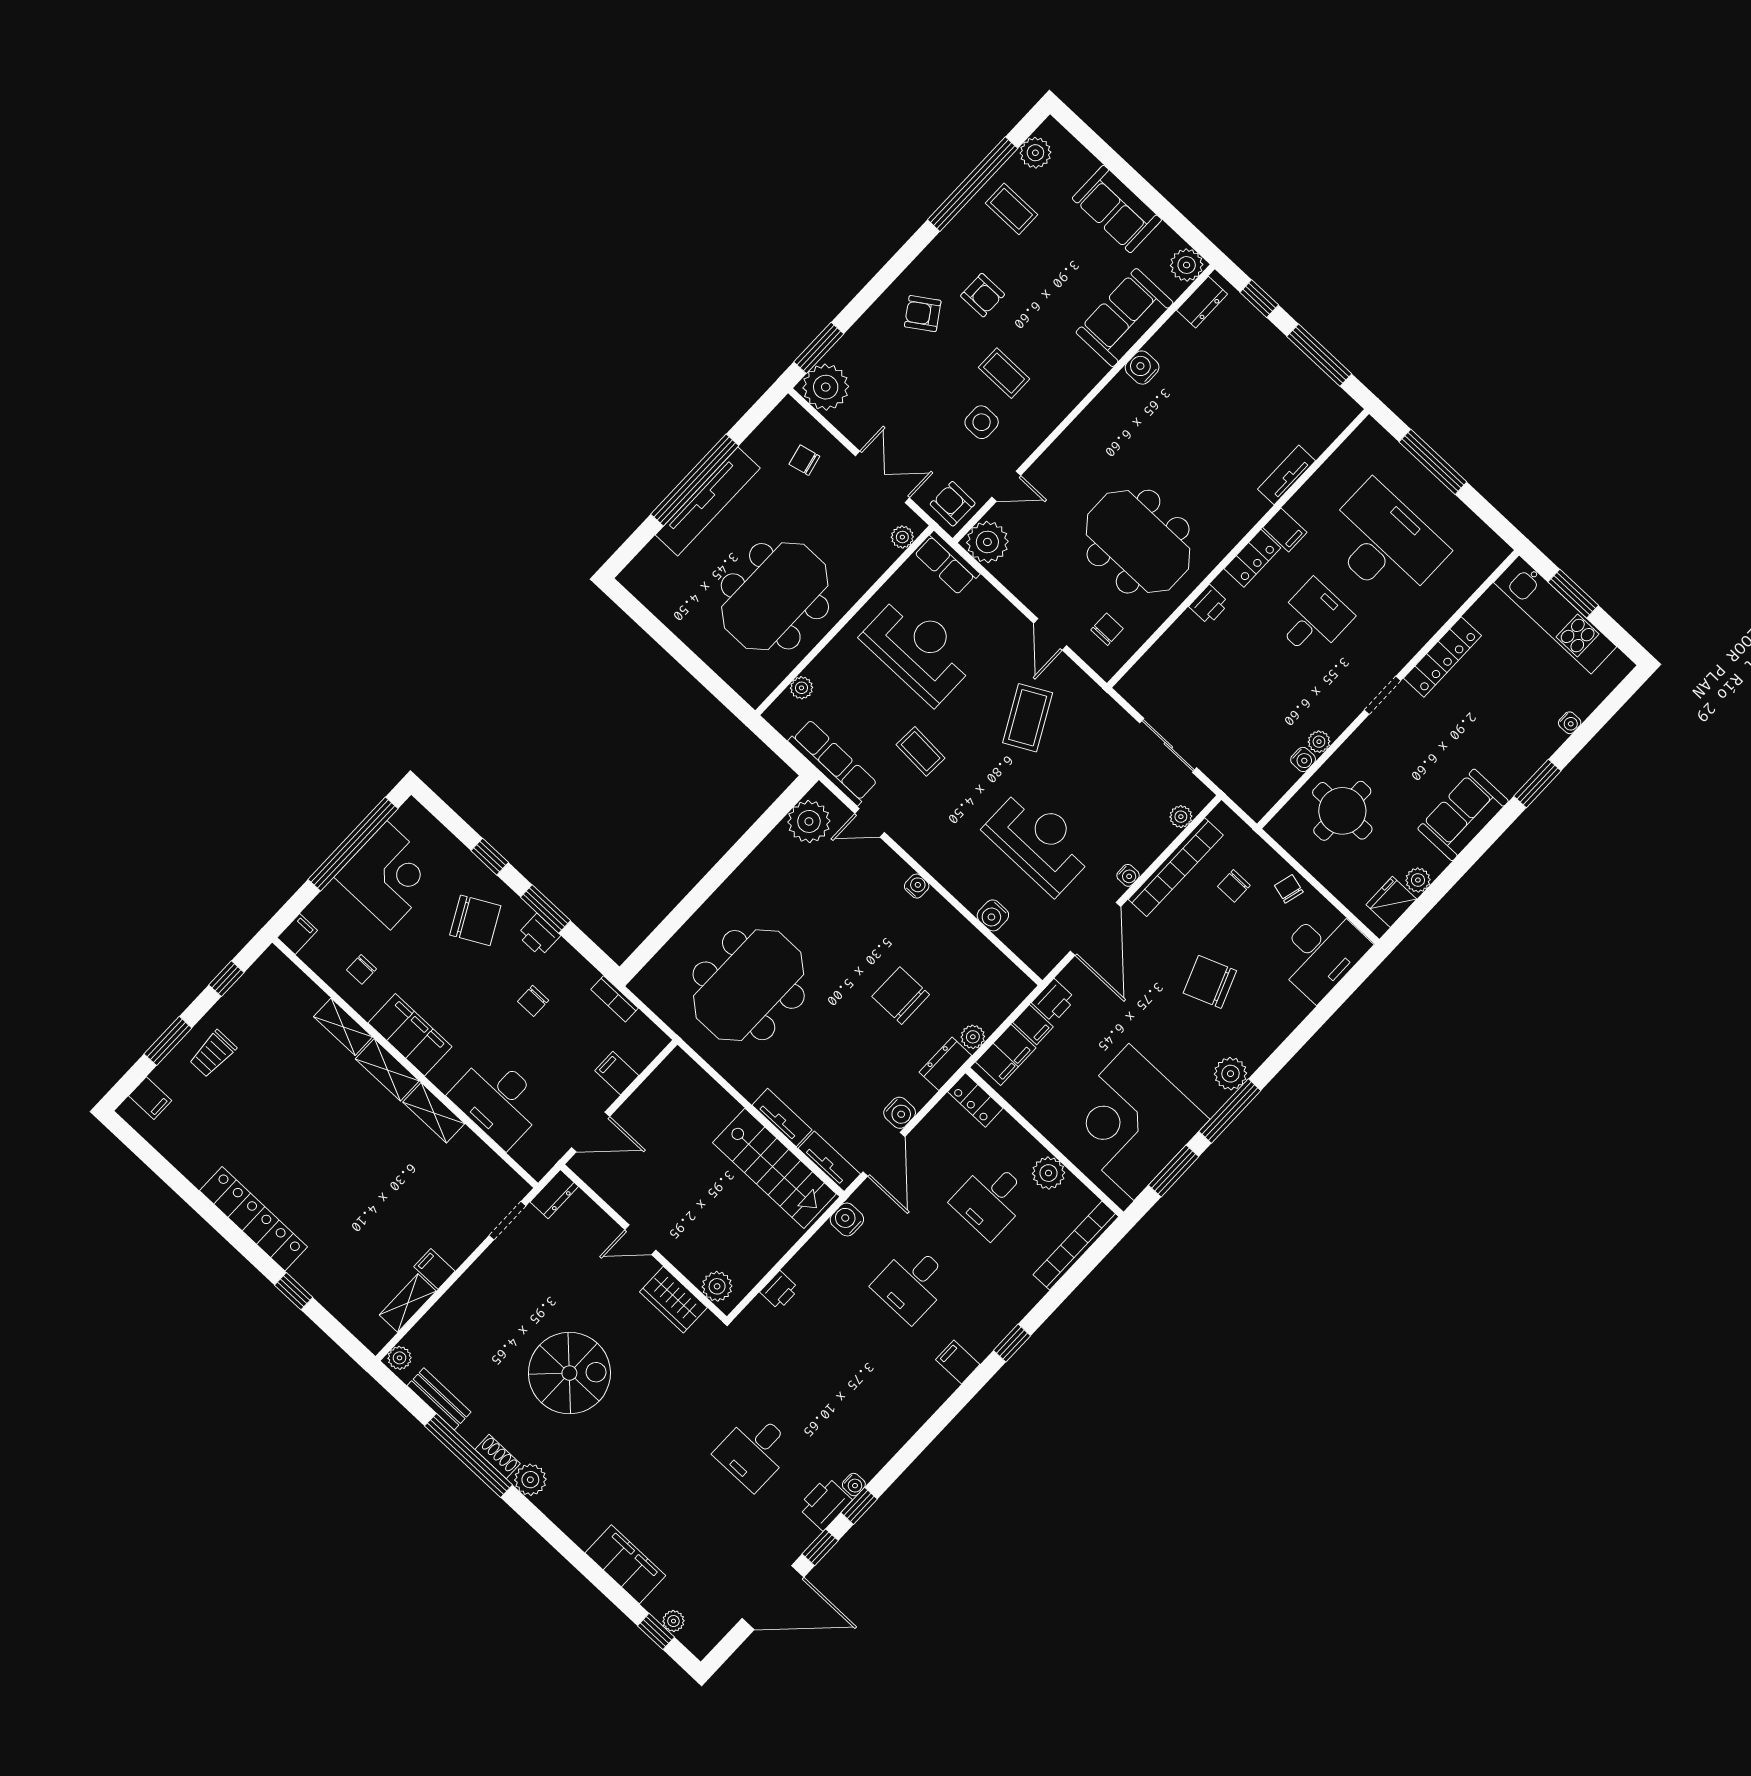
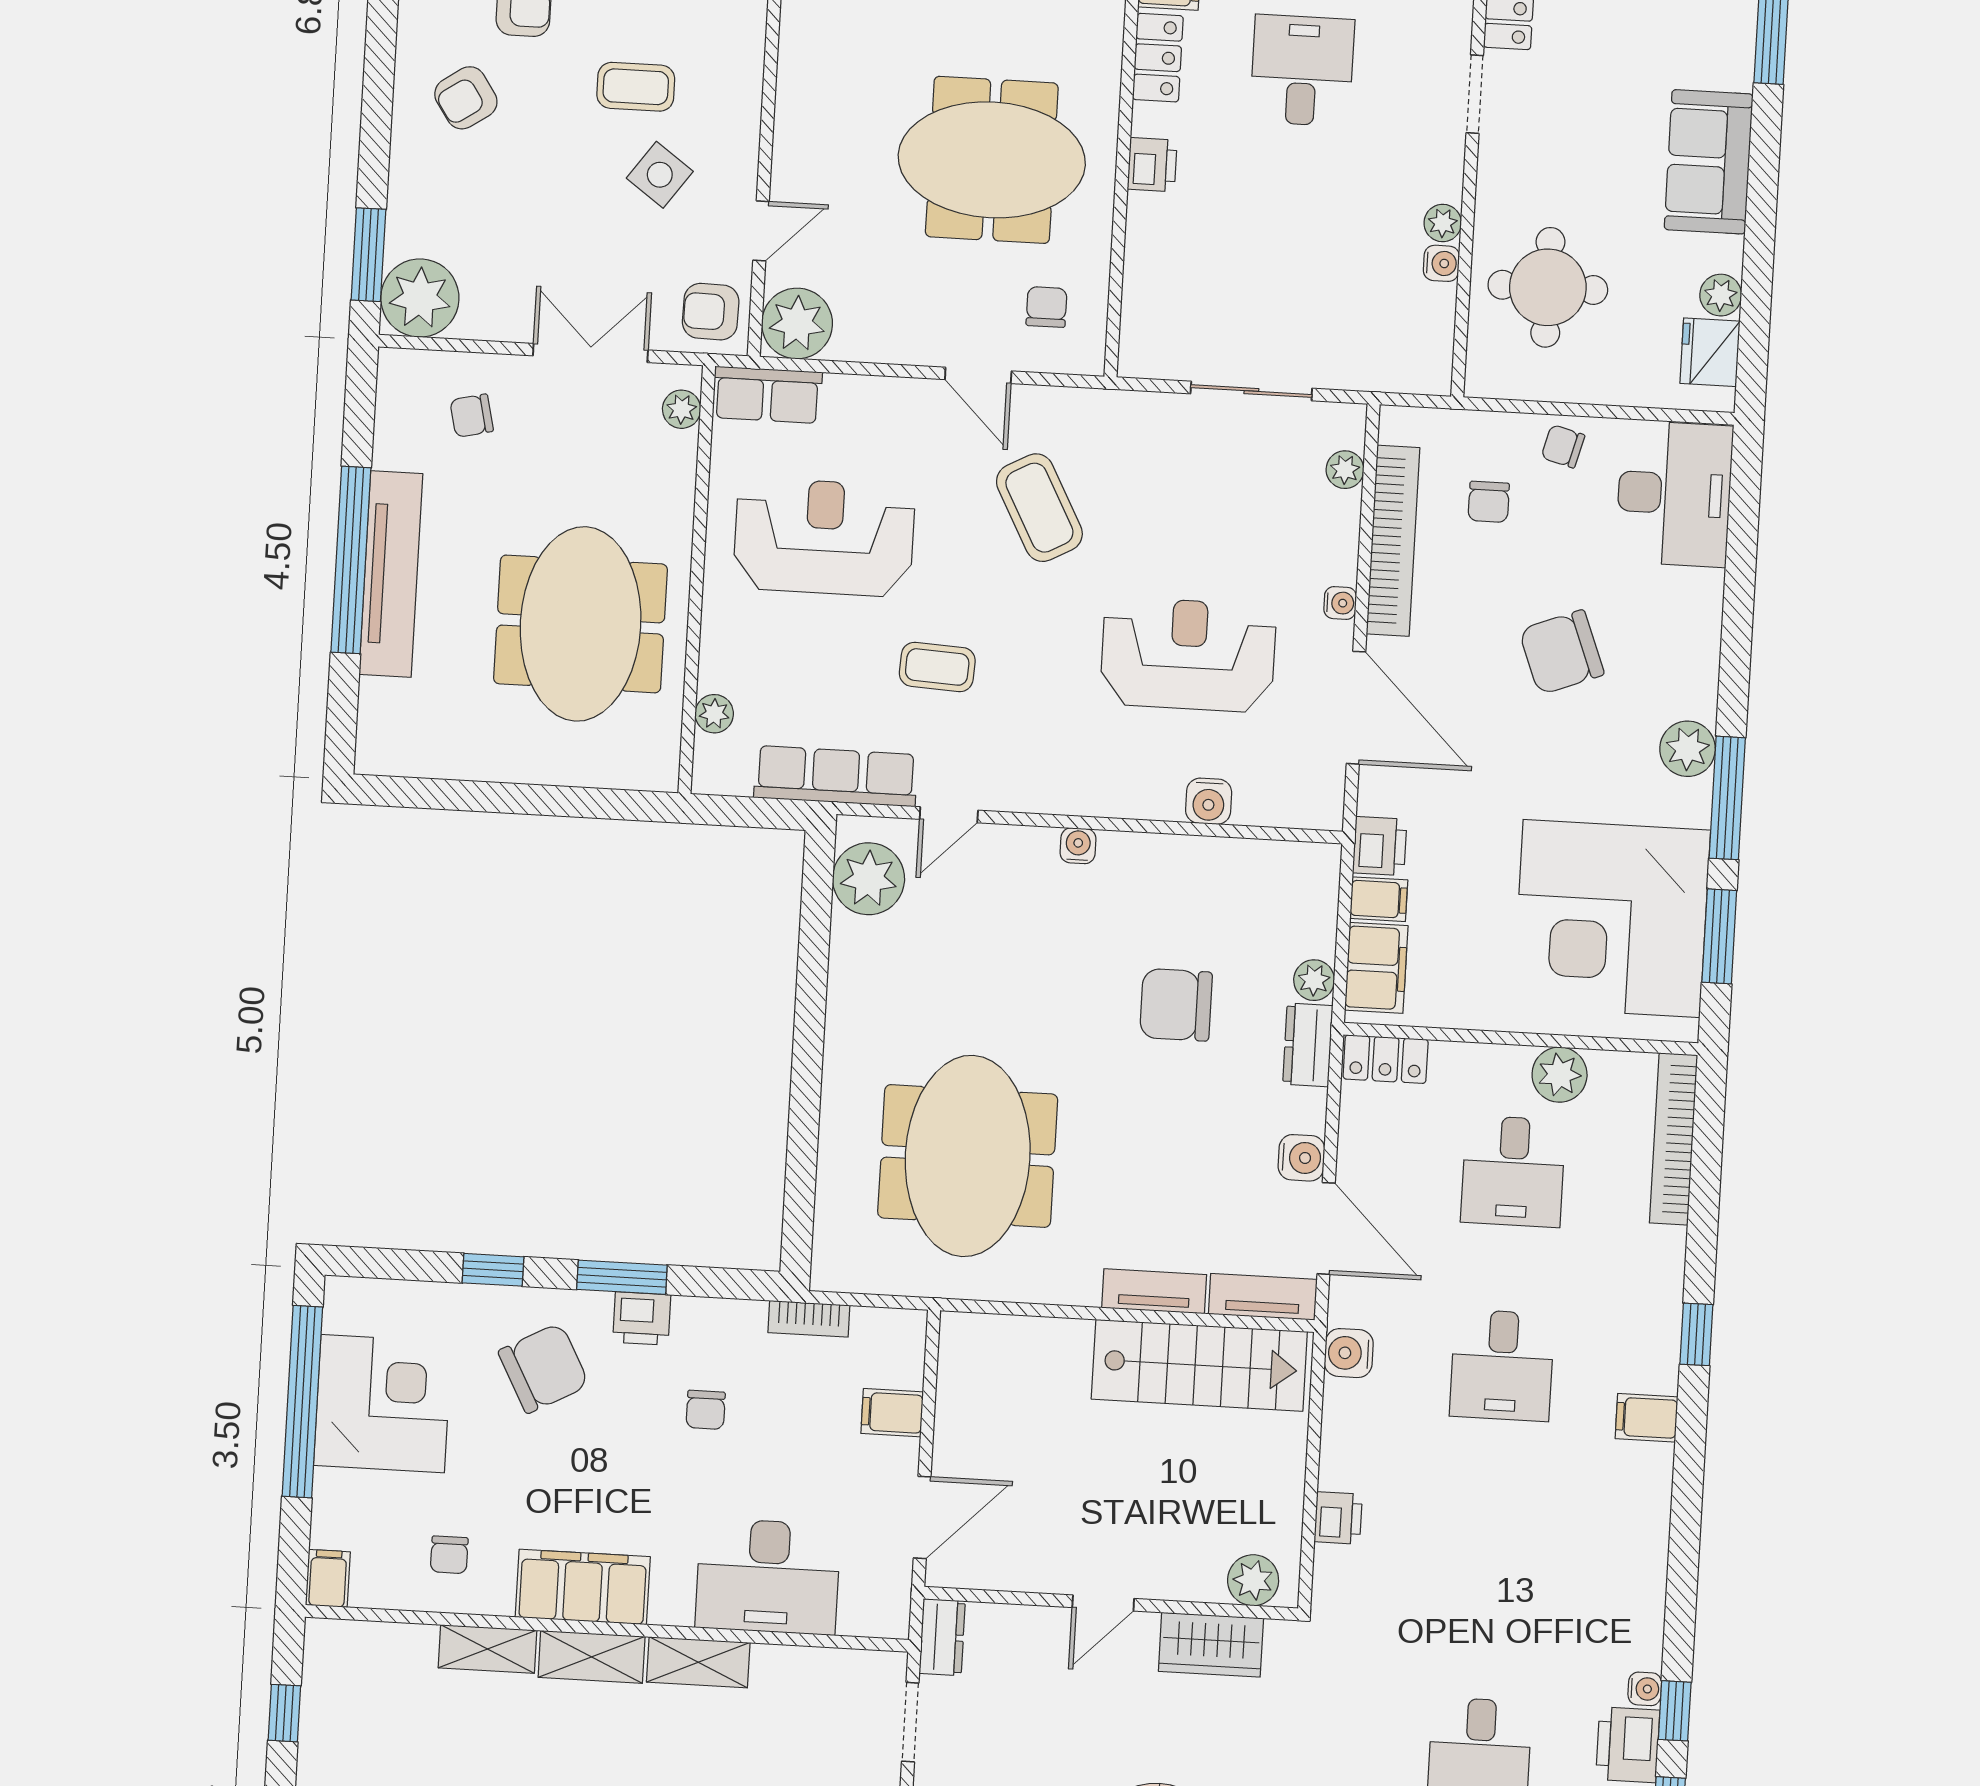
side table: (982, 422) -> (660, 175), turned 36

